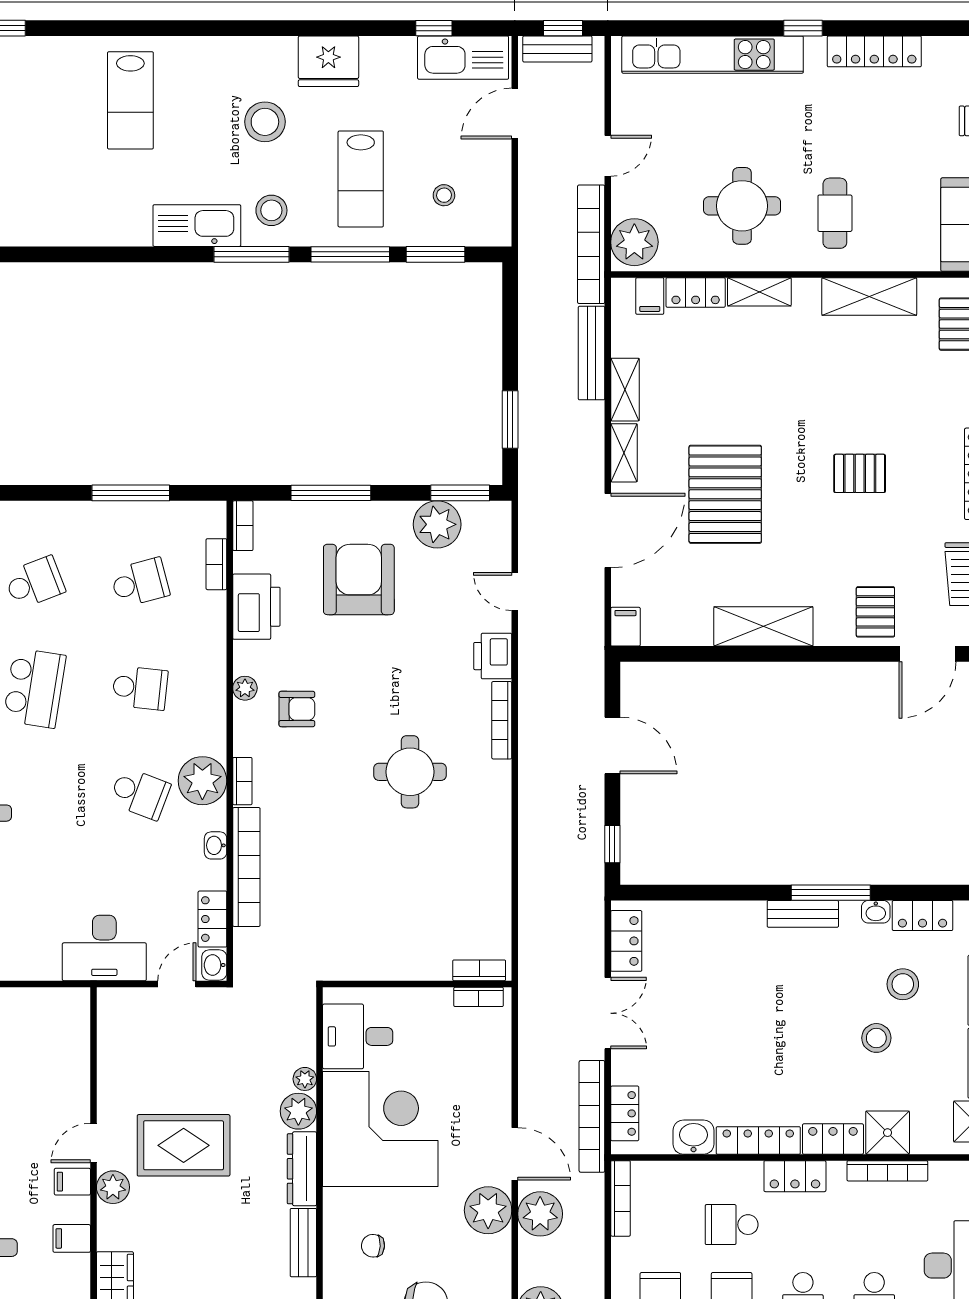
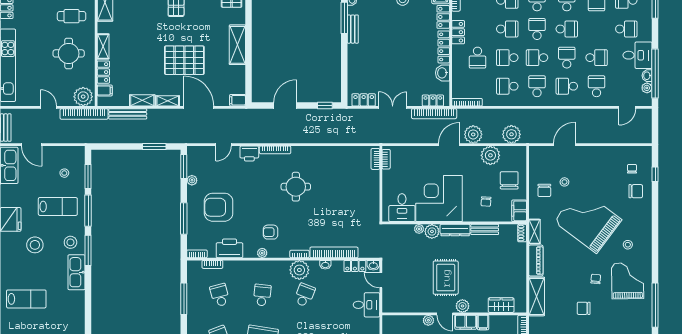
plant: (437, 524) -> (192, 180), width x0.53, depth x0.53
armchair: (297, 709) -> (271, 232), turned -90
desk: (104, 948) -> (366, 305), width x0.73
plant: (77, 1102) -> (428, 320), added
filing cabinet: (72, 1182) -> (466, 322), width x2.00
plant: (488, 1210) -> (490, 155), moved

